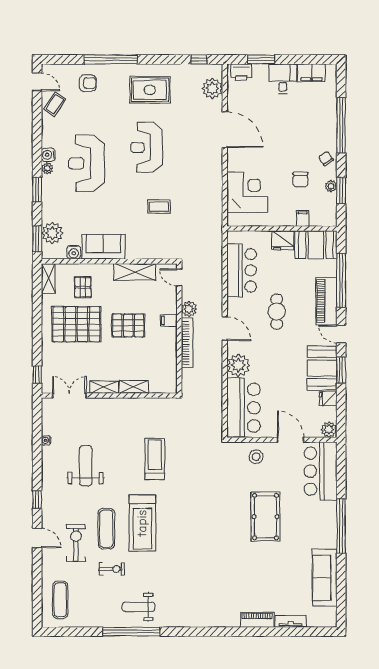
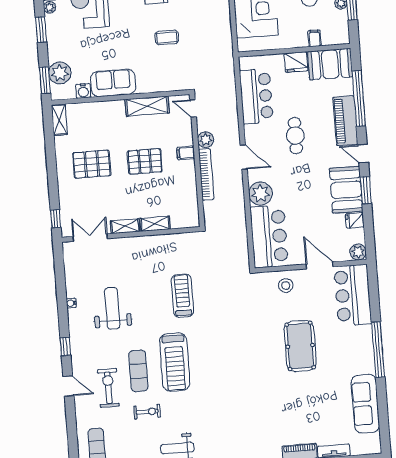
pallet: (83, 287) -> (95, 126), removed
pallet: (76, 324) -> (92, 164), width x0.73, depth x0.71
water cooler: (46, 440) -> (71, 303), moved

